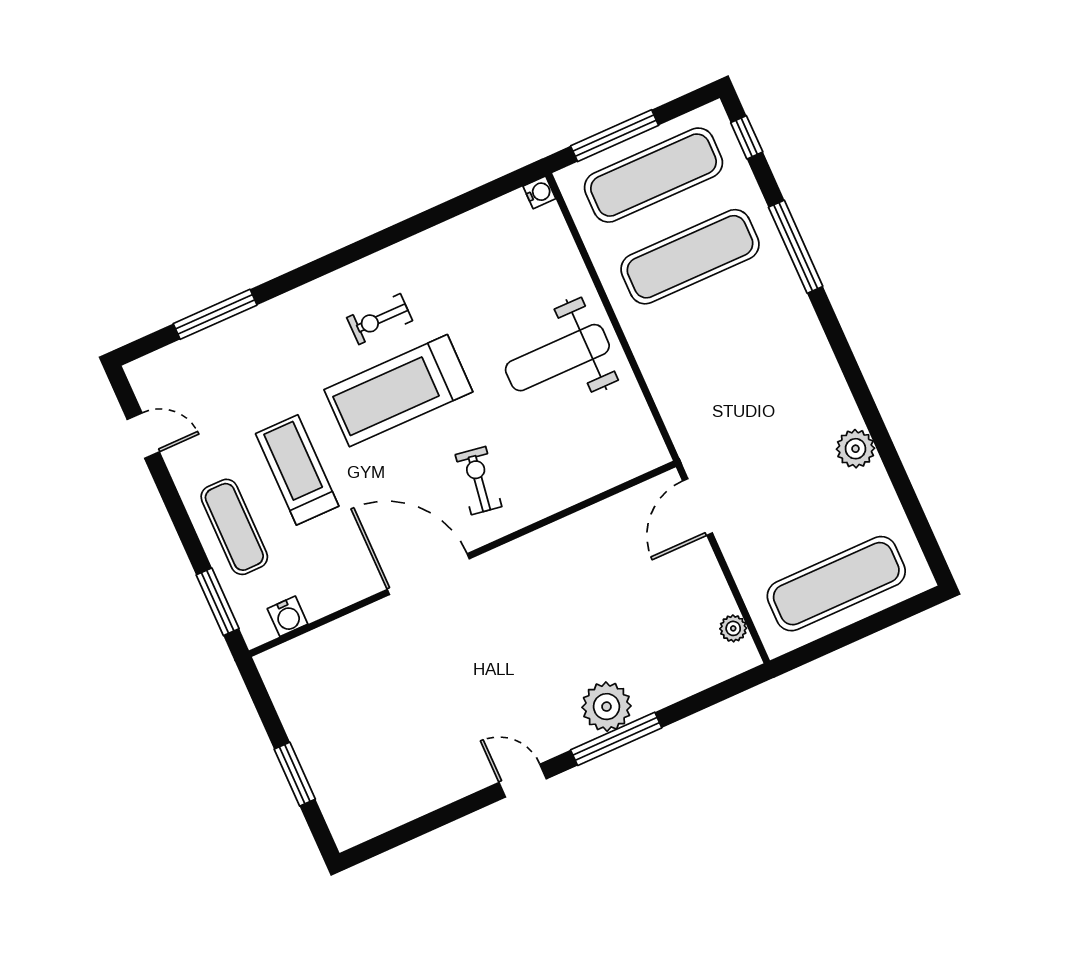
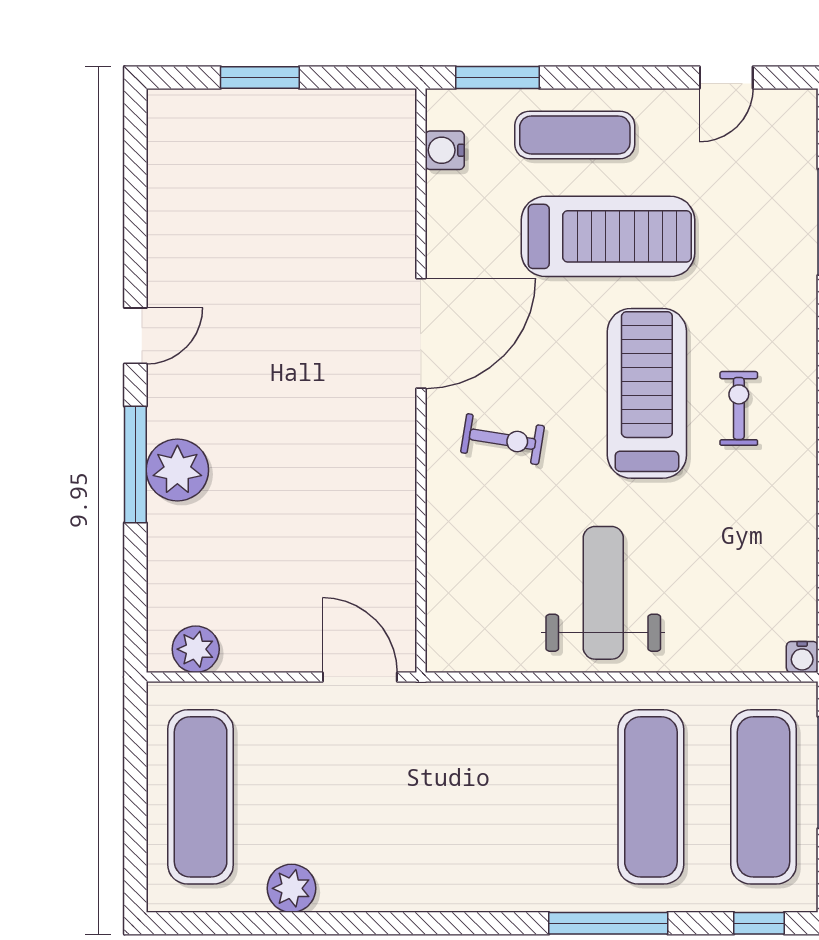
plant: (855, 449) -> (291, 888), moved
treadmill: (297, 470) -> (608, 236), width x1.37, depth x1.38
plant: (733, 628) -> (196, 649), width x1.38, depth x1.38

